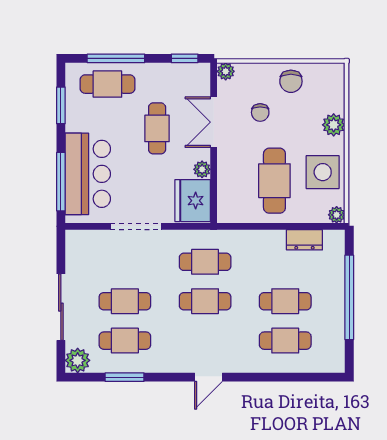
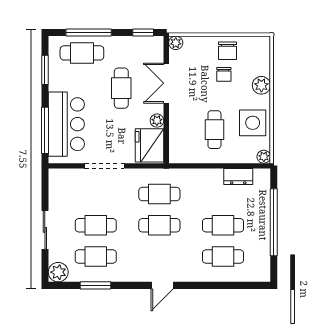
chair: (260, 112) -> (224, 74), moved
cafe table: (274, 181) -> (214, 130), width x0.73, depth x0.74
sliding door: (61, 307) -> (45, 230), width x0.73

